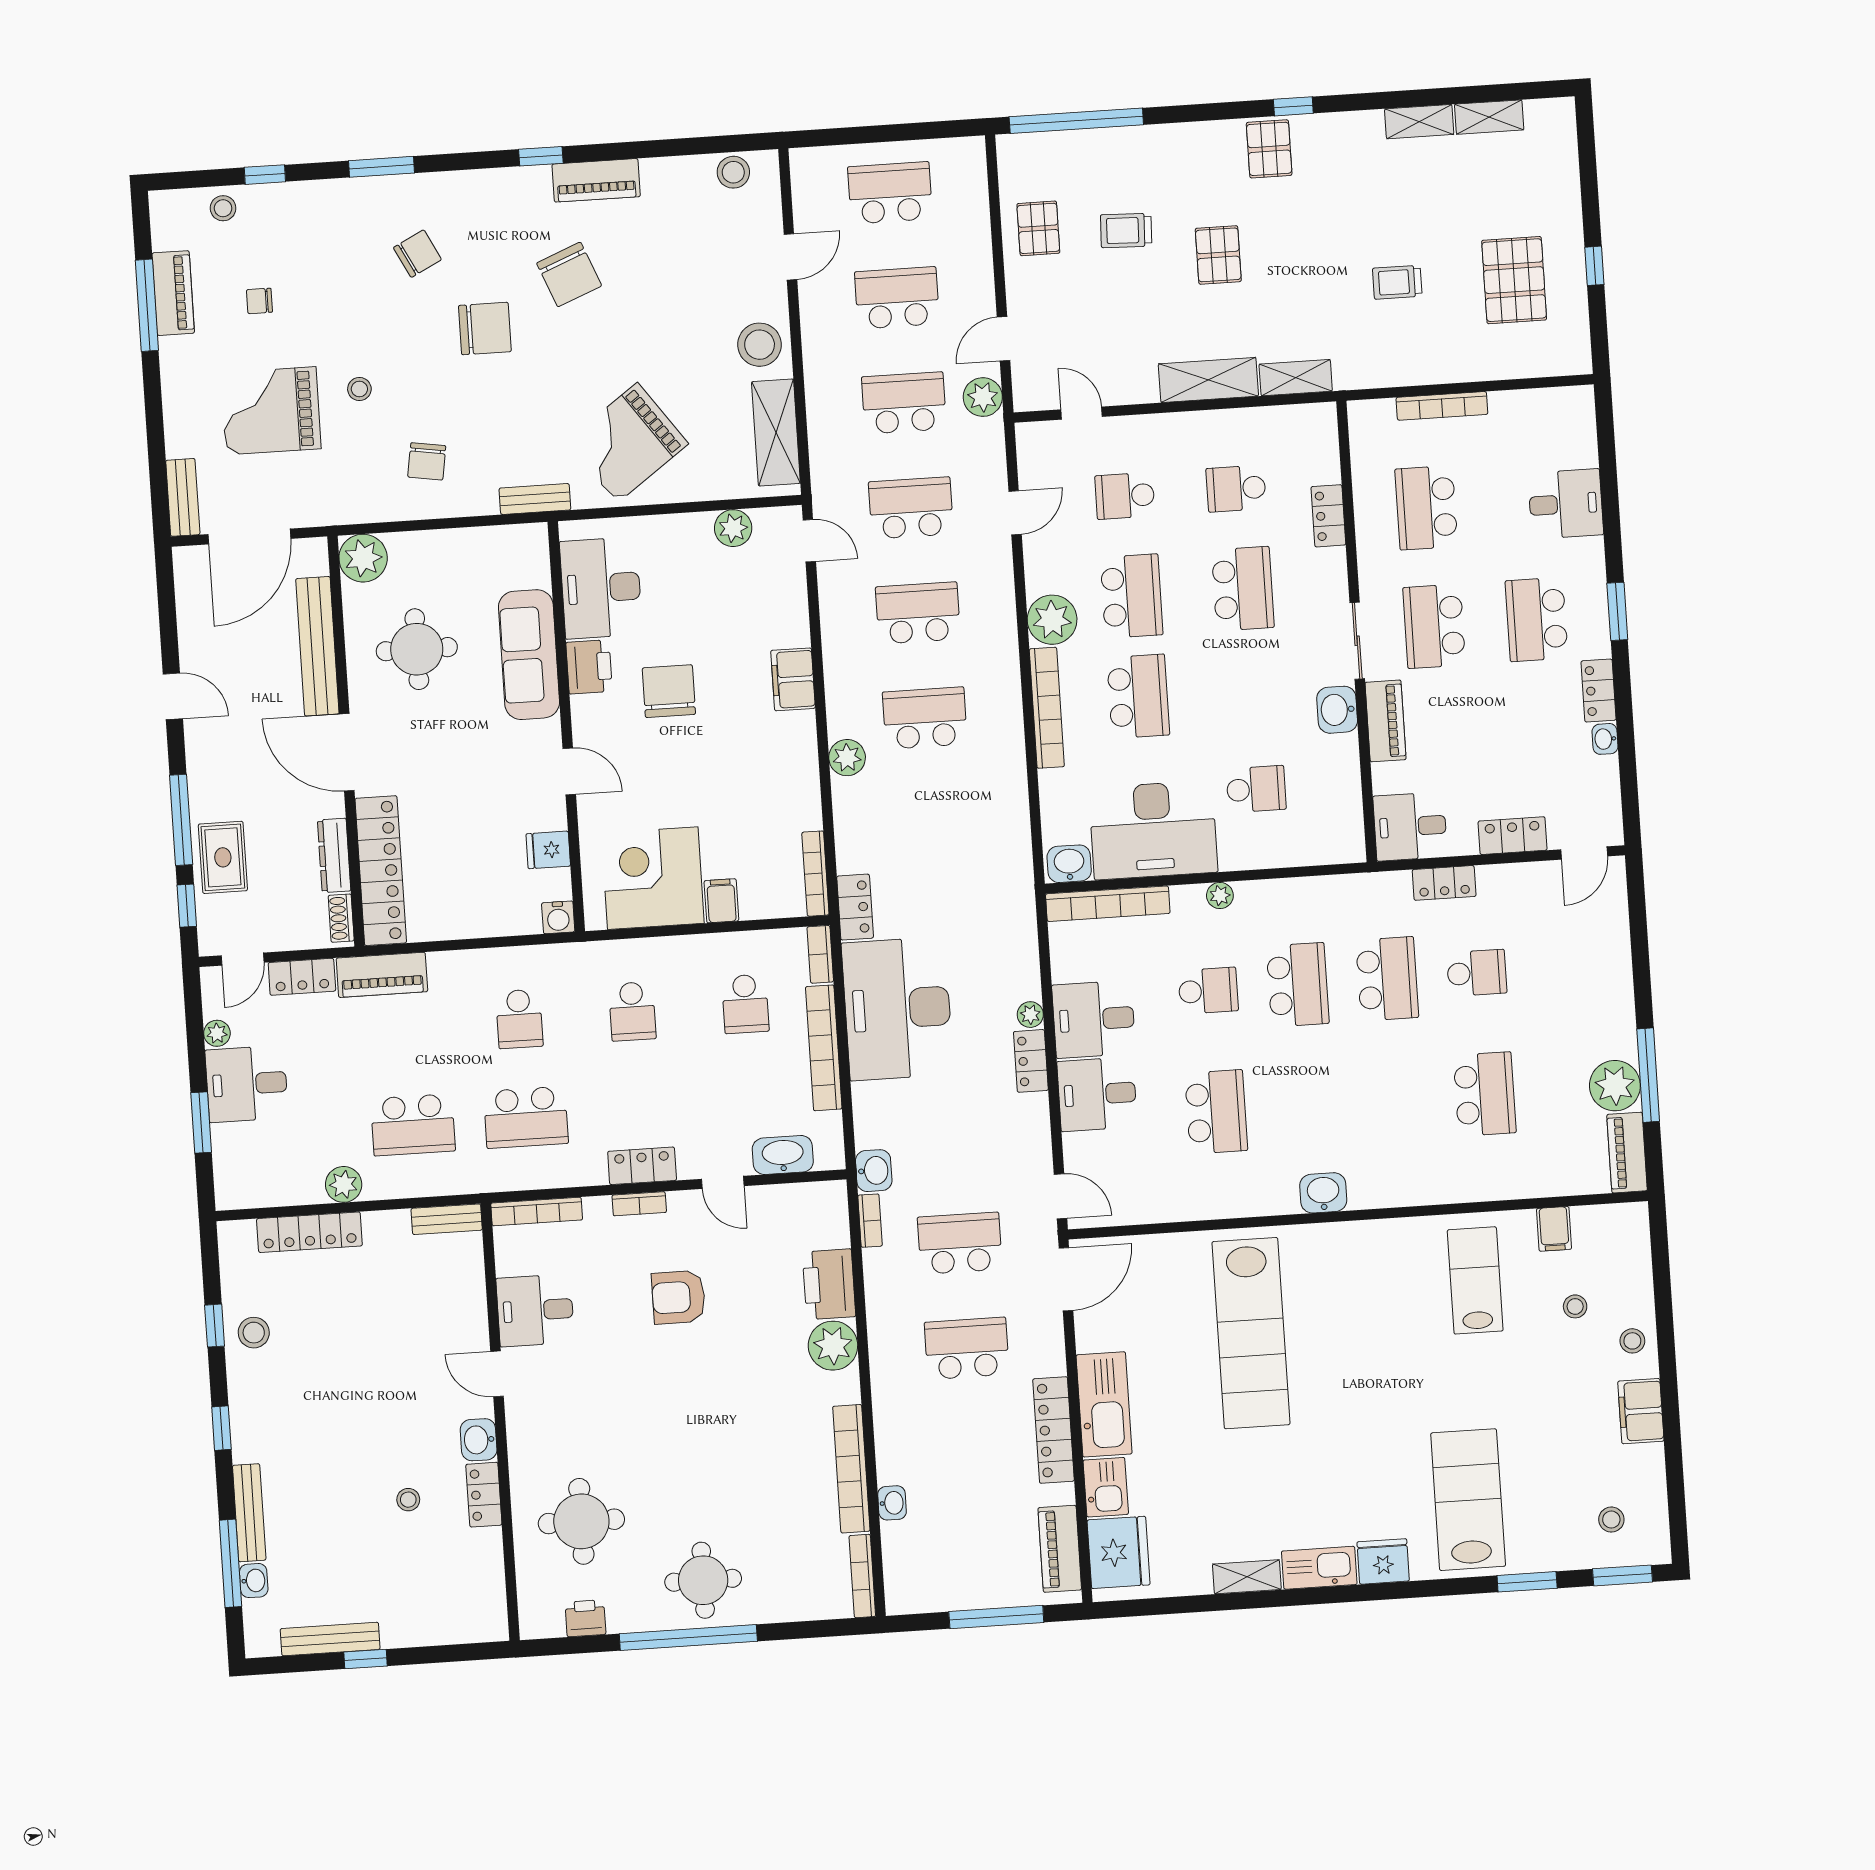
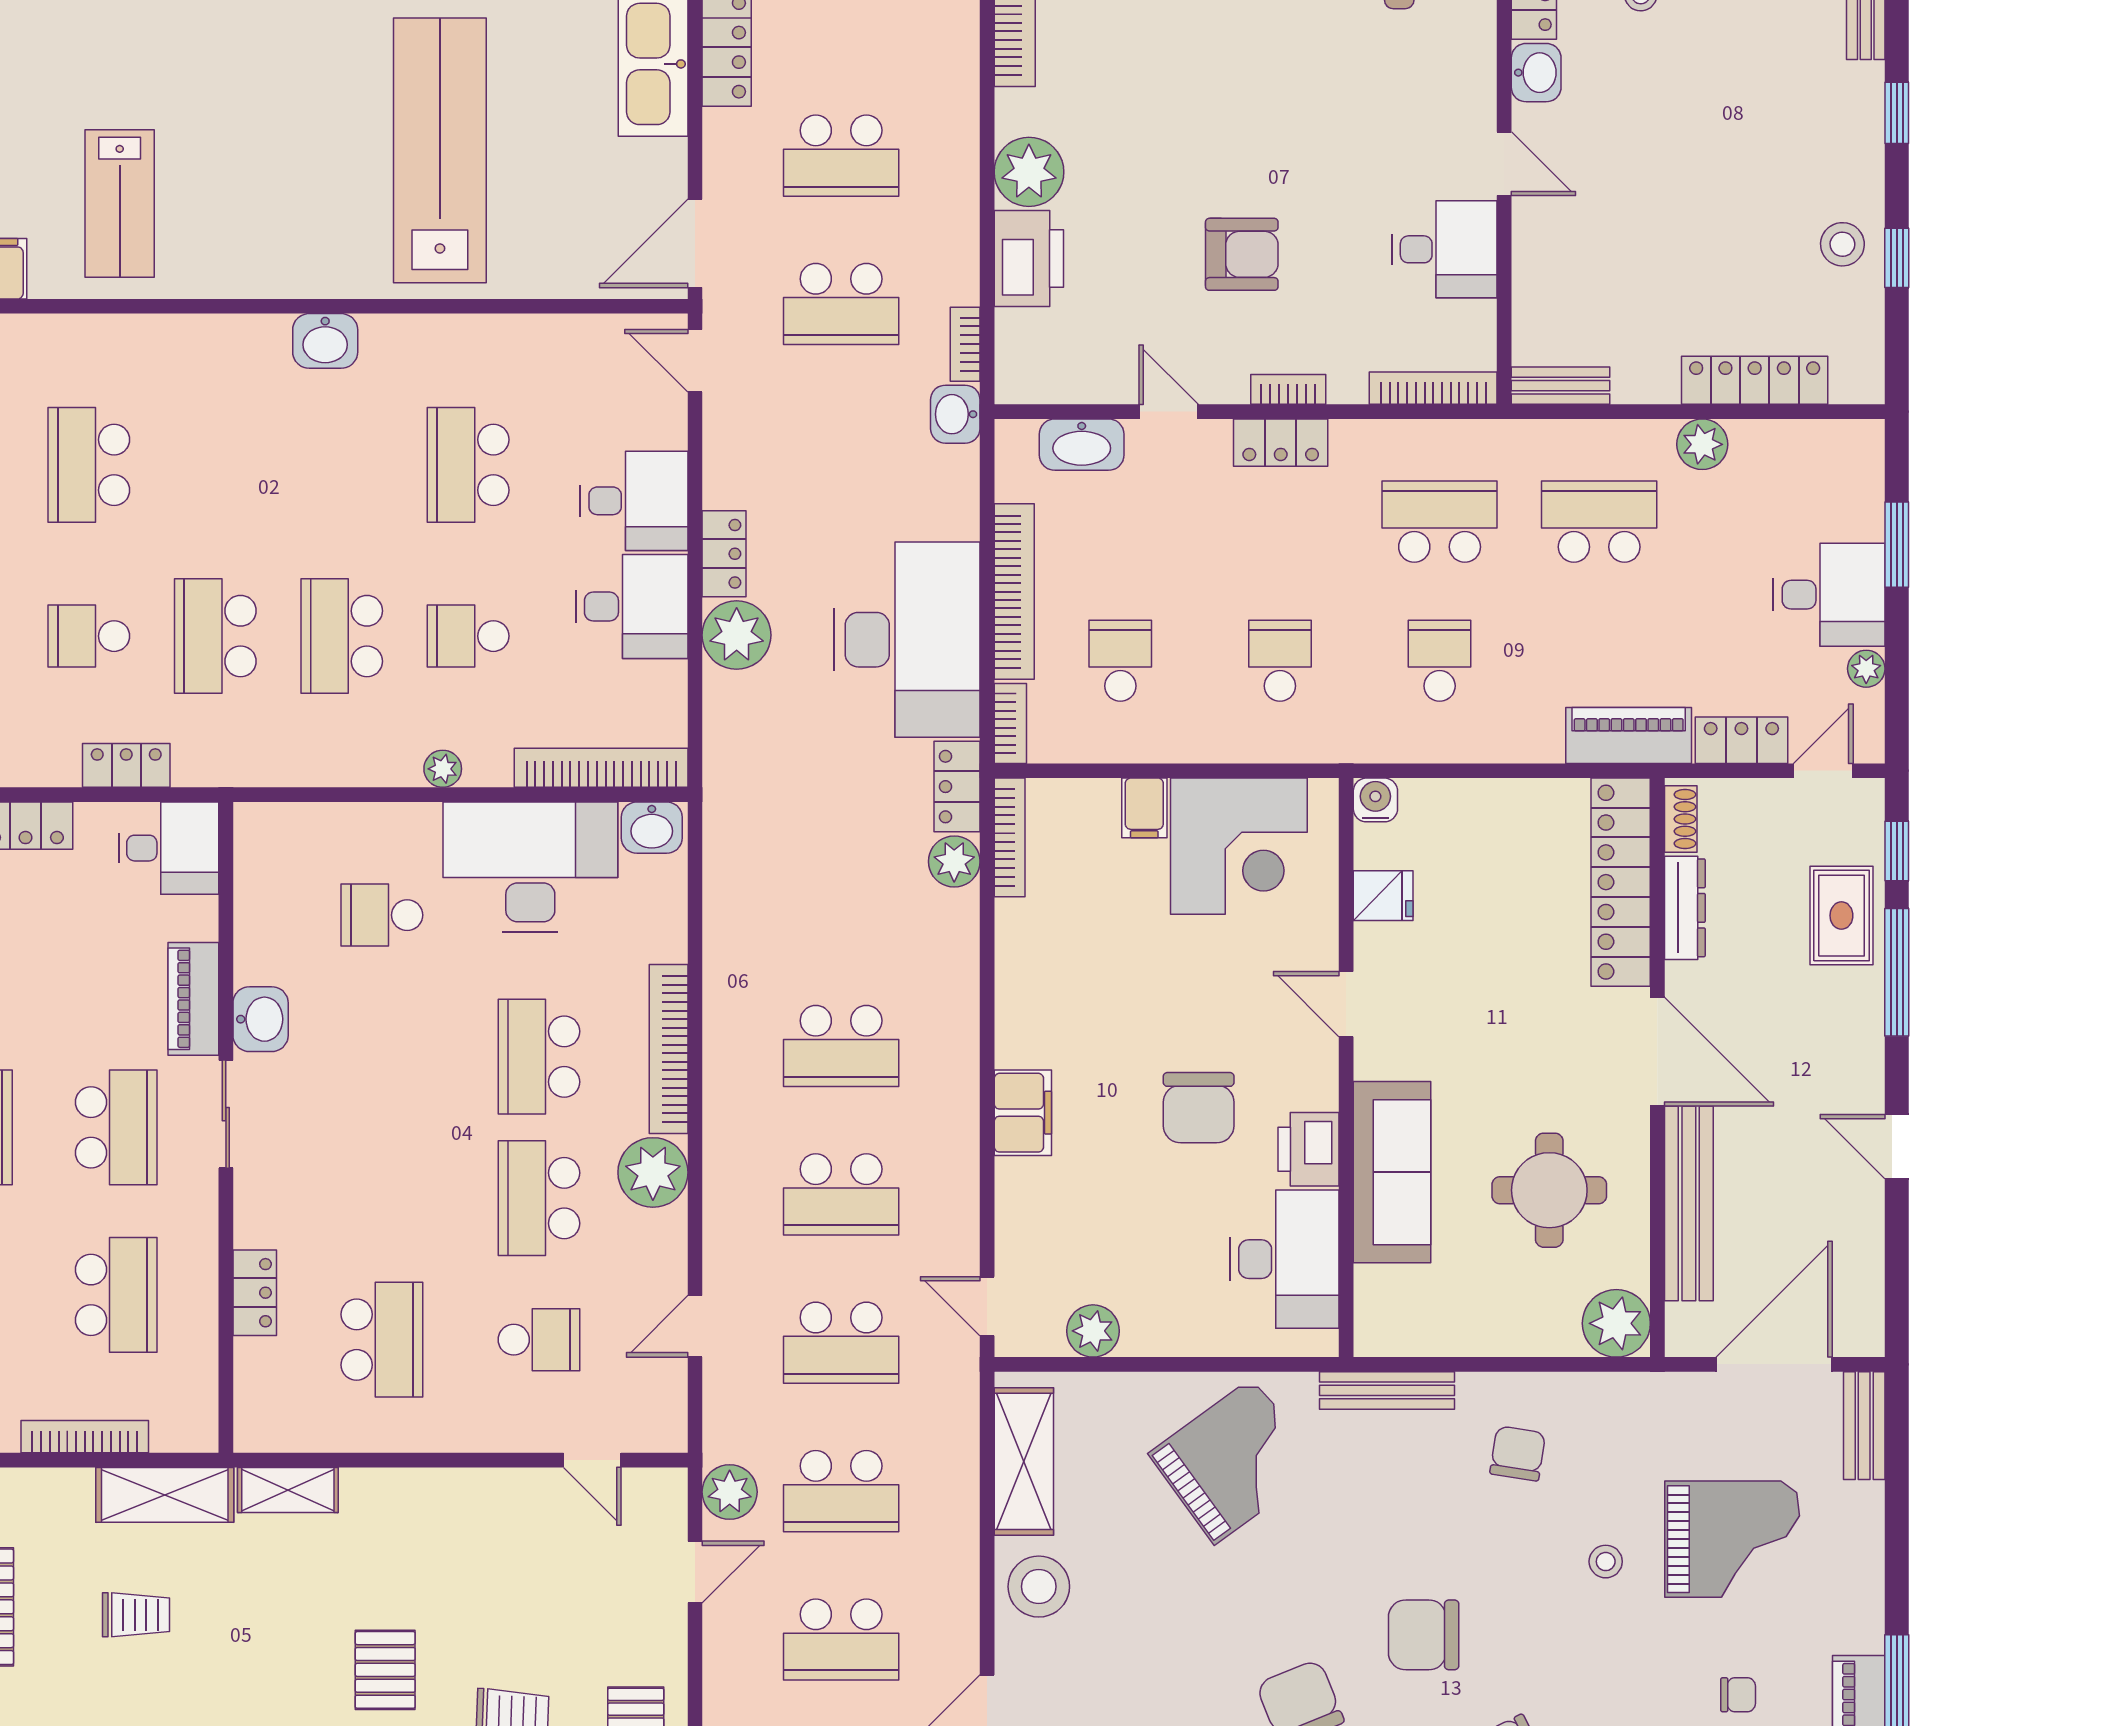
shelving: (1208, 380) -> (165, 1495), moved
school desk: (1236, 489) -> (382, 1340), width x1.85
bench: (535, 499) -> (1387, 1390), width x1.36
school desk: (1243, 589) -> (382, 1198), removed
plant: (847, 758) -> (954, 861), moved
plant: (1030, 1015) -> (737, 635), width x1.88, depth x1.88

